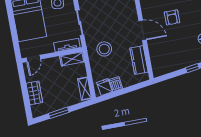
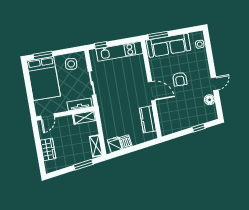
stool: (104, 49) -> (115, 108), removed
window: (59, 113) -> (83, 165), moved

